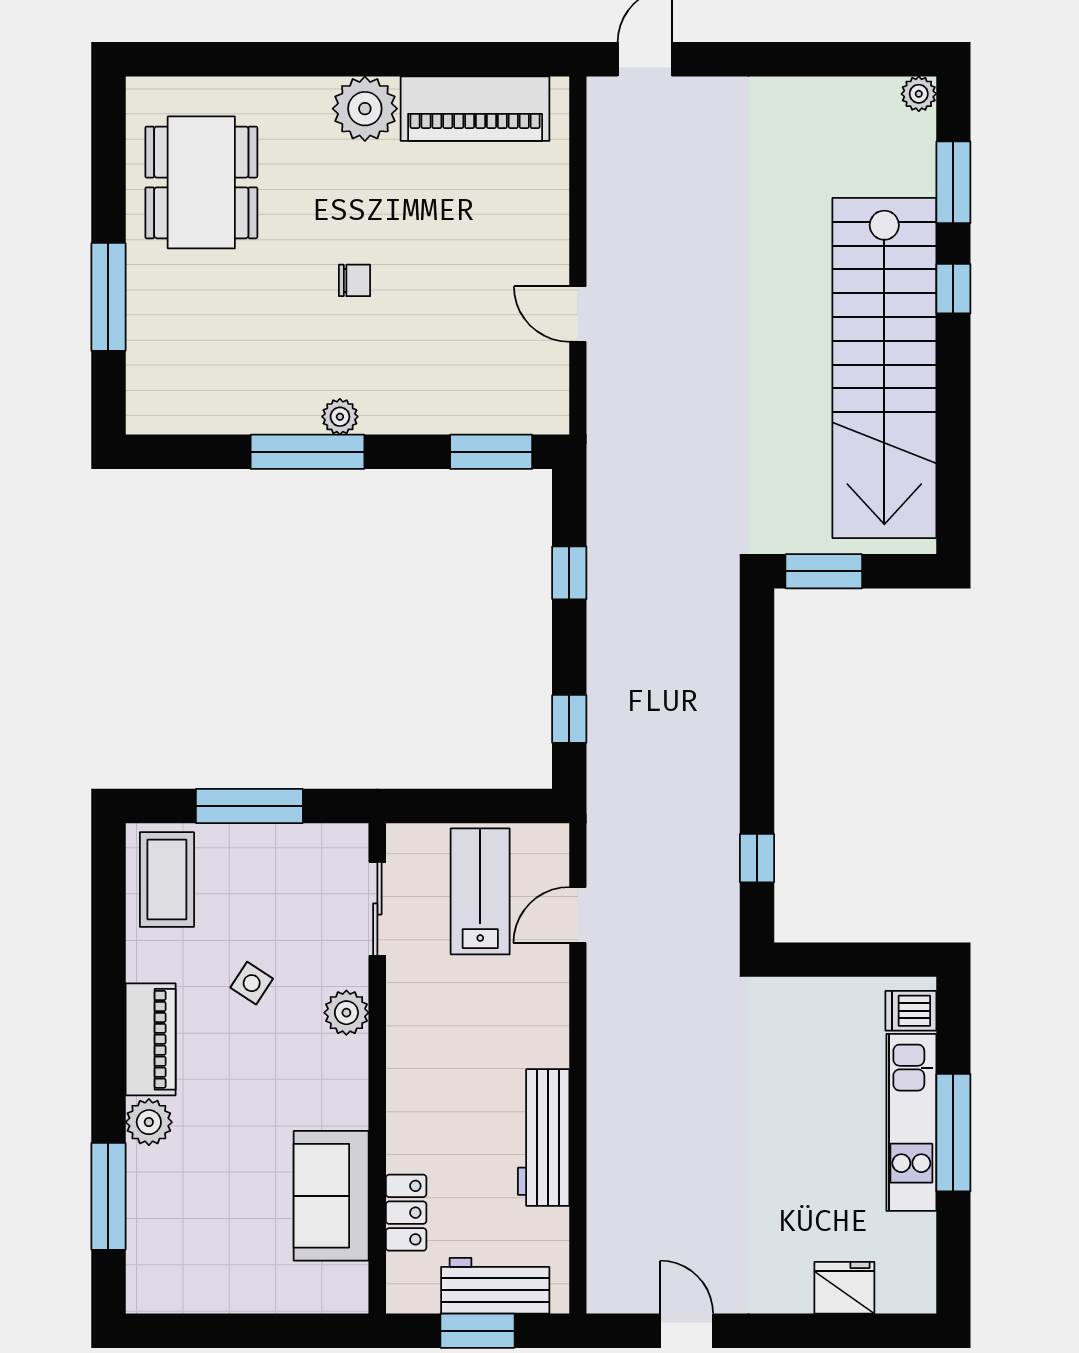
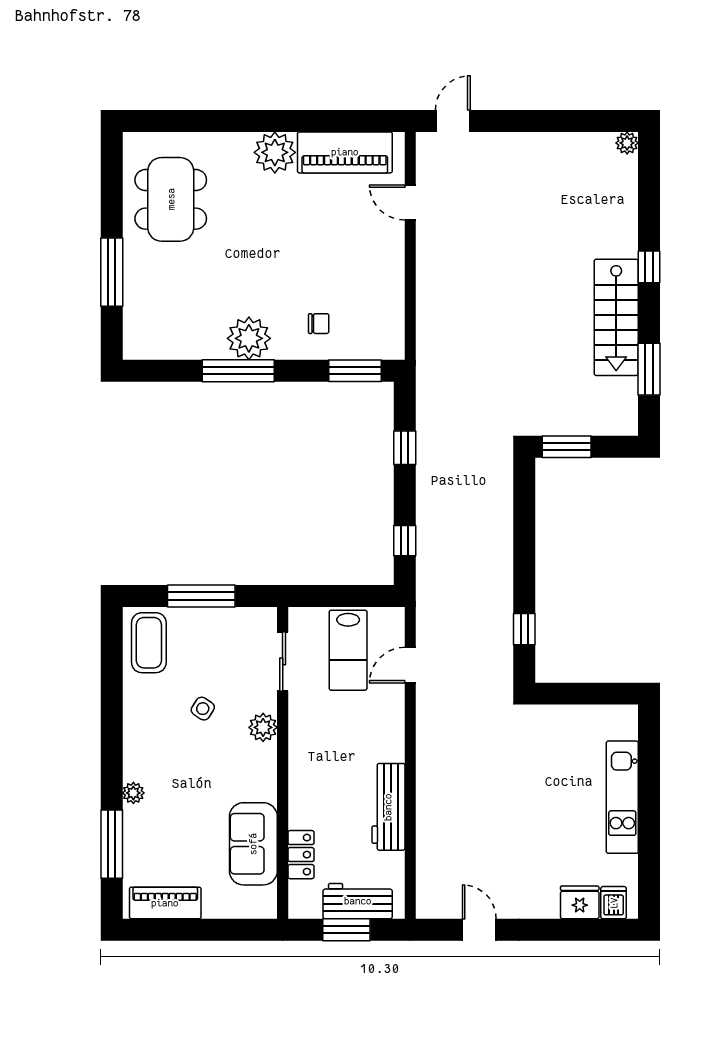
window: (953, 182) -> (649, 369), moved
chair: (355, 280) -> (319, 324), moved
door: (578, 314) -> (410, 203), moved
stairs: (884, 368) -> (616, 317), width x0.54, depth x0.66
plant: (340, 417) -> (249, 338), width x1.88, depth x1.88
lab bench: (480, 891) -> (348, 650), turned 180
dishwasher: (911, 1011) -> (614, 903), moved, turned 90
piano: (151, 1039) -> (165, 903), moved, turned -90
plant: (149, 1122) -> (133, 793), width x0.73, depth x0.73
window: (953, 1133) -> (649, 804), removed

